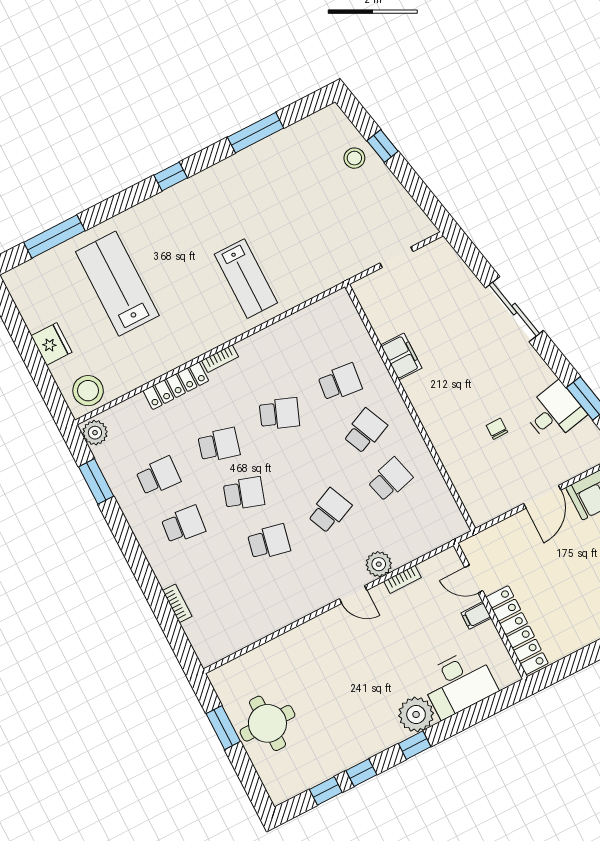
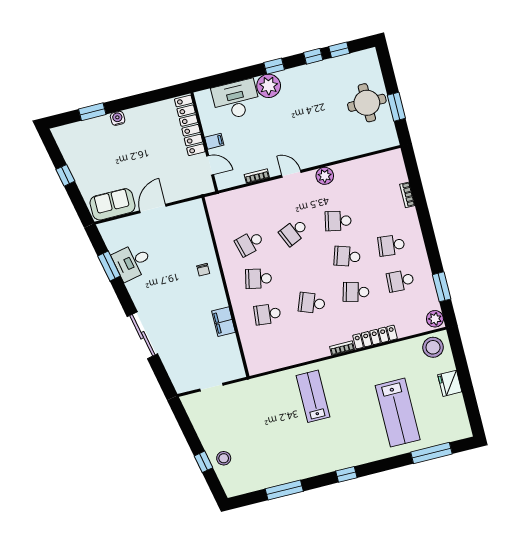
chair: (497, 429) -> (203, 270), moved
school desk: (365, 431) -> (259, 279), turned 36
plant: (379, 564) -> (325, 176), moved

